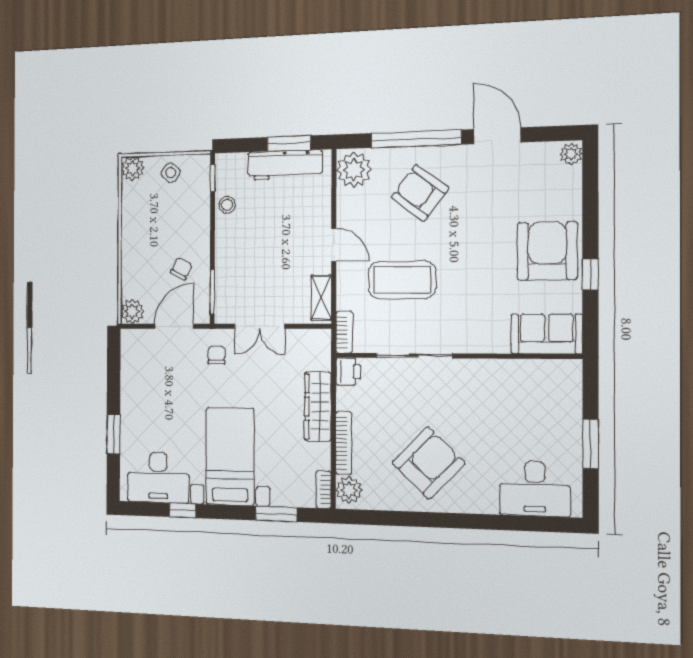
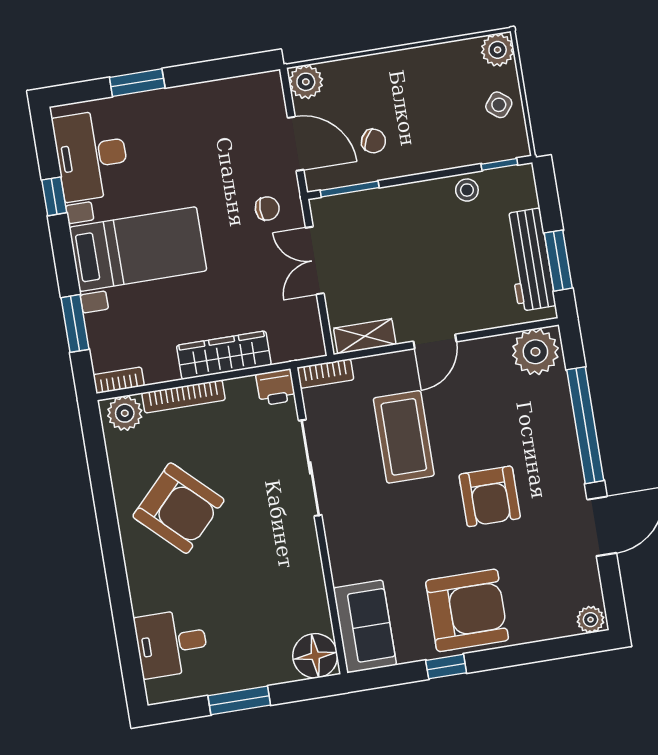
armchair: (420, 193) -> (490, 496), moved, turned 143
floor lamp: (564, 377) -> (315, 656), added
desk: (535, 489) -> (171, 643), width x0.73

